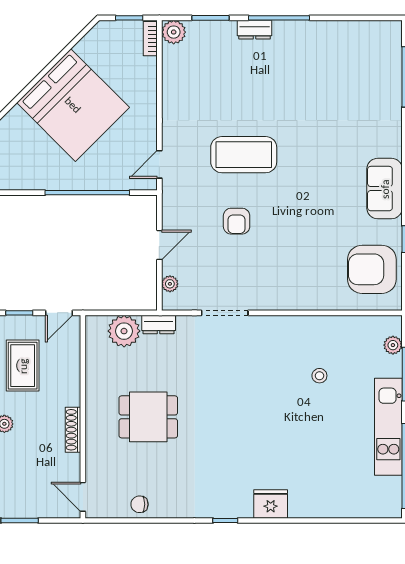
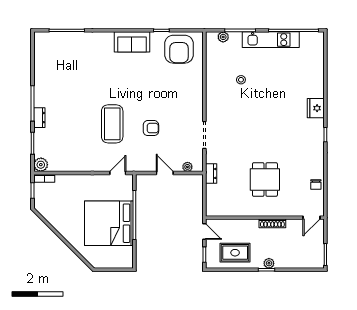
bed: (73, 105) -> (109, 223), moved, turned -135
door: (159, 164) -> (118, 173), swing flipped
plant: (124, 331) -> (215, 194), removed

